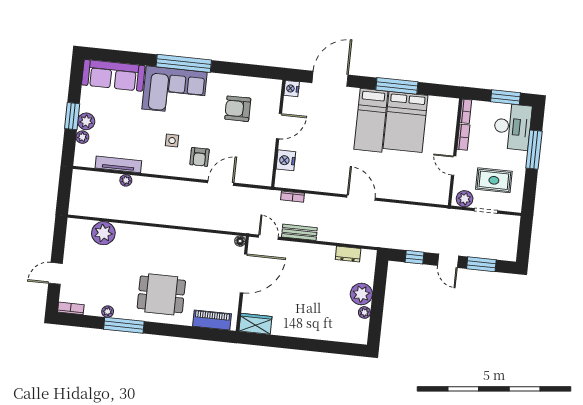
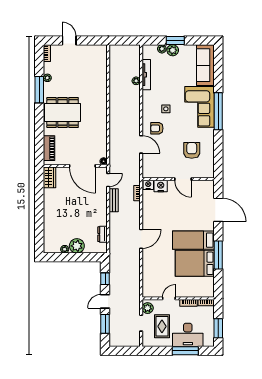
nightstand: (292, 89) -> (148, 185), moved
desk: (512, 127) -> (188, 335), moved
plant: (103, 233) -> (99, 70), removed
dining table: (161, 294) -> (63, 112), width x1.38

